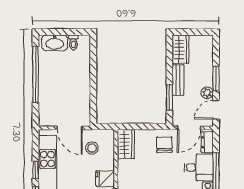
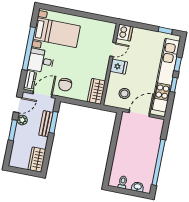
washbasin: (55, 43) -> (138, 187), width x0.52, depth x0.69
bench: (178, 80) -> (46, 124), moved
door: (70, 128) -> (139, 113), hinge flipped

